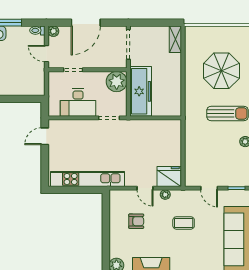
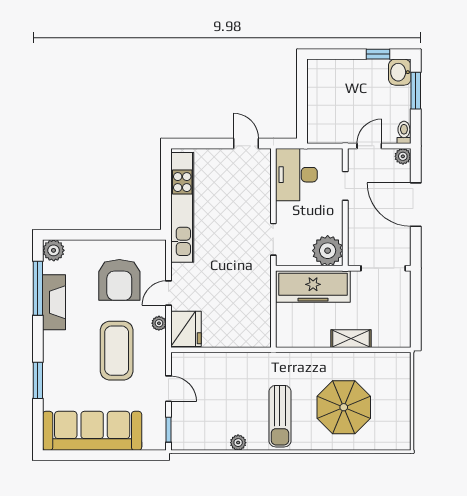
shelving: (175, 39) -> (351, 339), moved
desk: (78, 102) -> (296, 175), moved
door: (209, 188) -> (169, 389), swing flipped
armchair: (136, 221) -> (119, 280), width x1.88, depth x1.88
coffee table: (184, 223) -> (117, 351), width x1.86, depth x1.72

